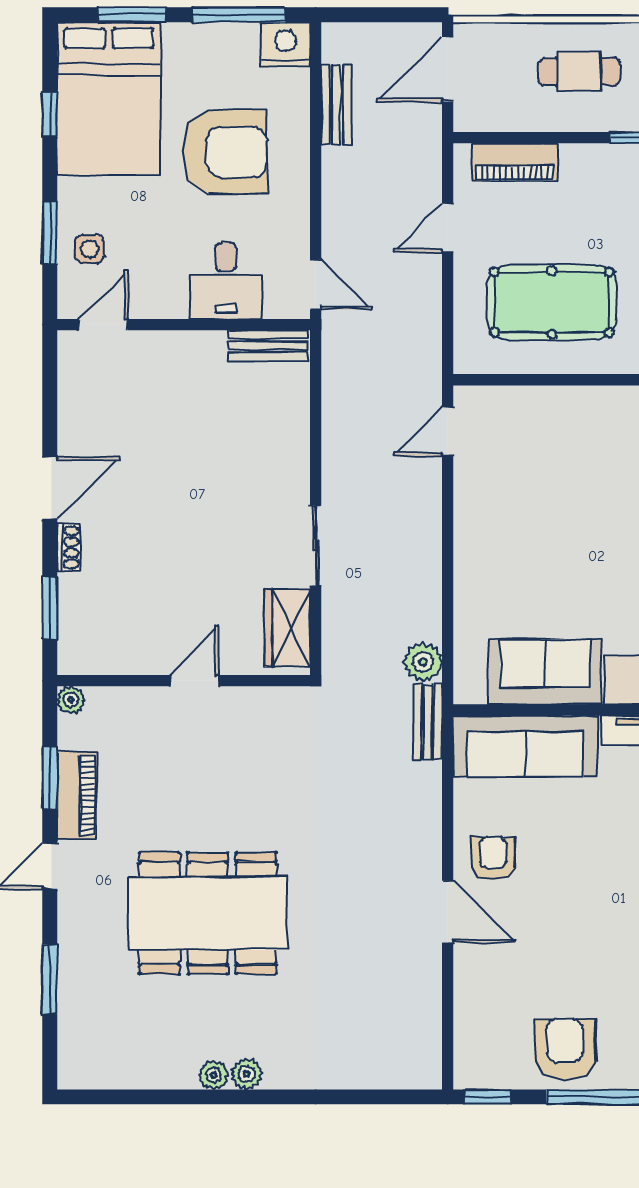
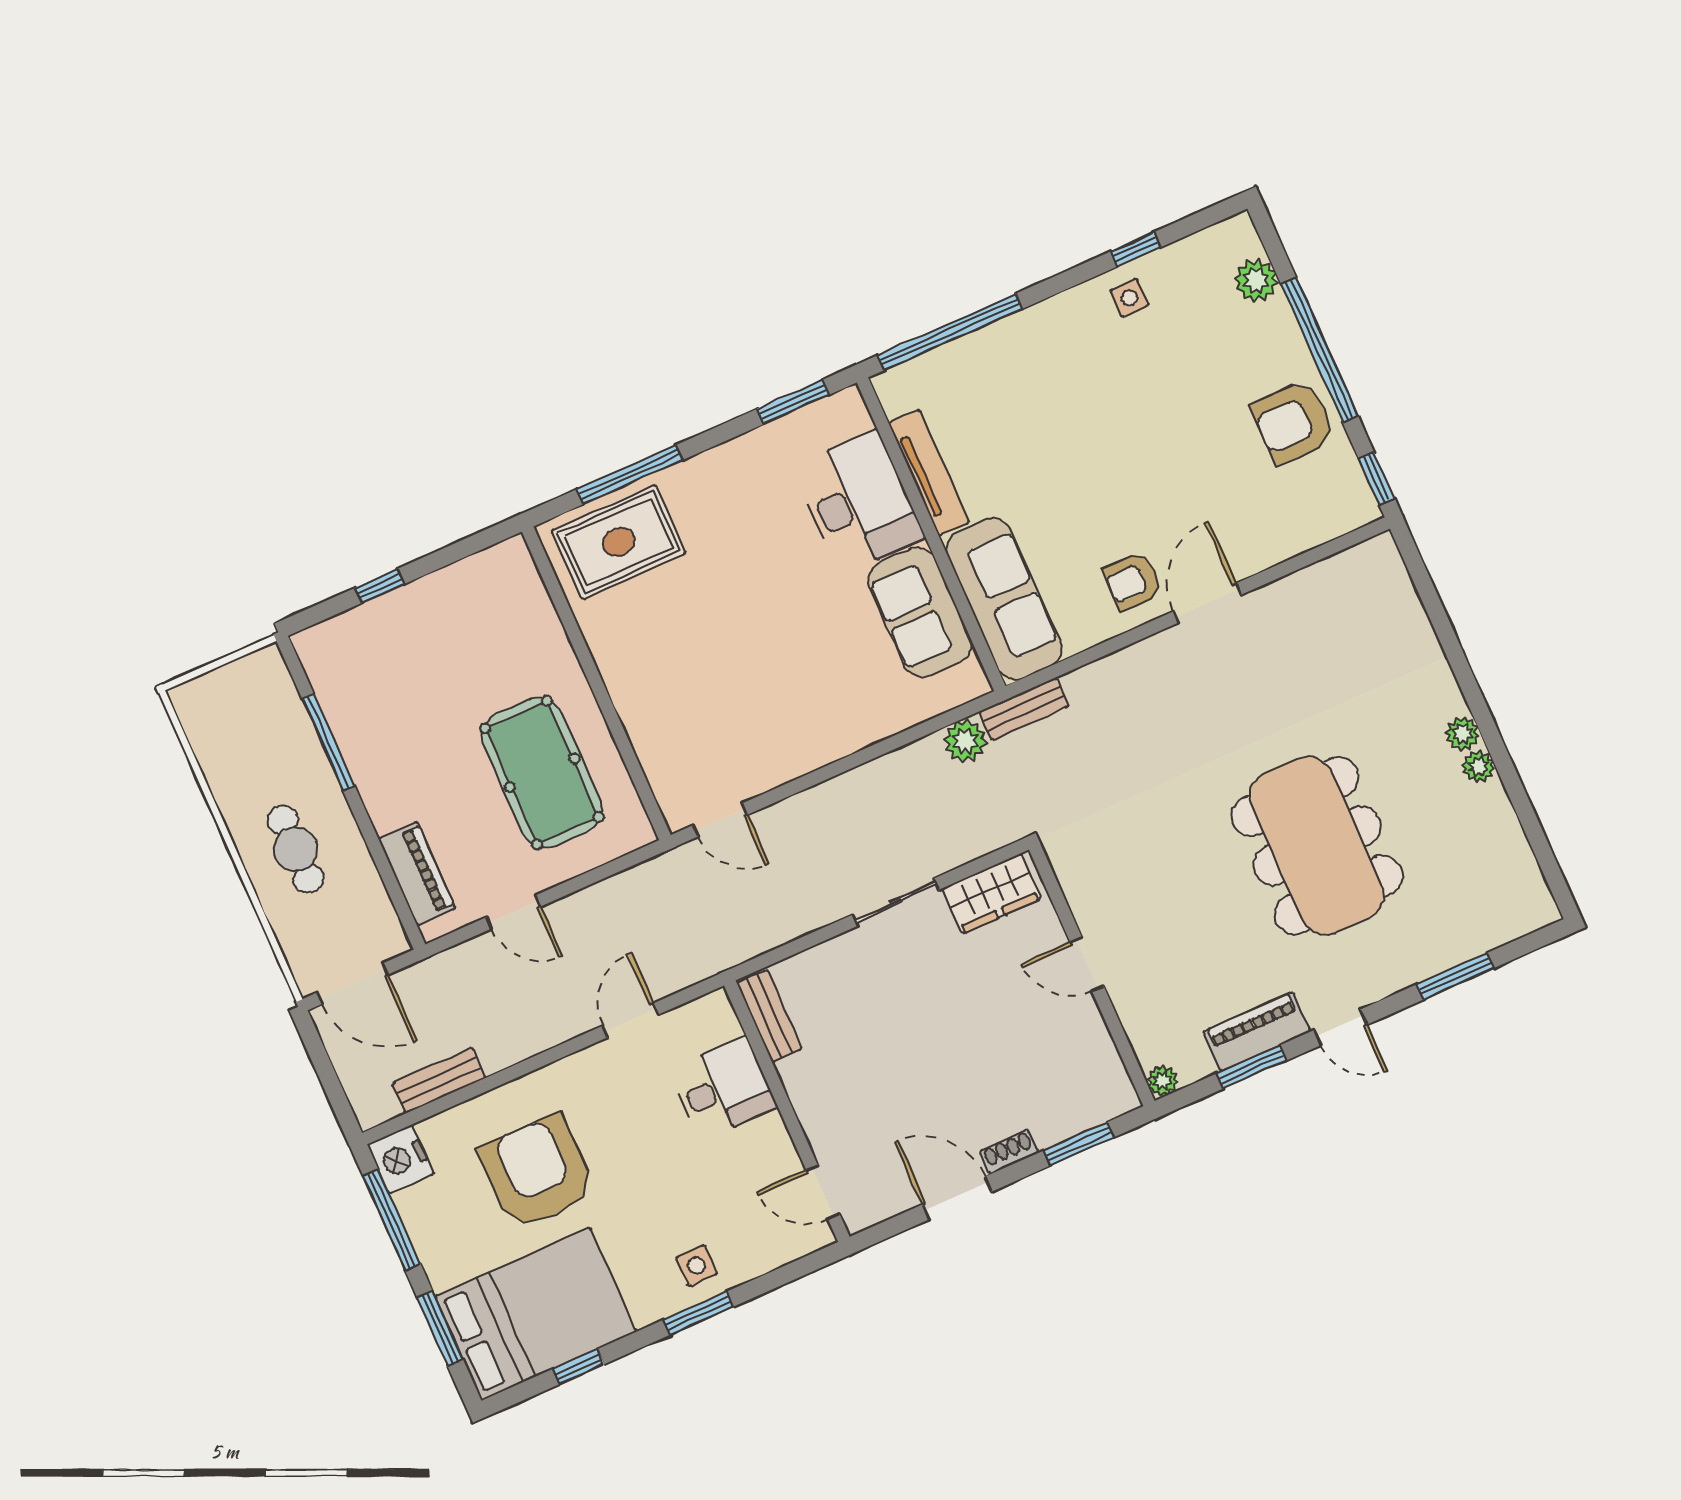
desk: (226, 281) -> (723, 1088), moved
door: (104, 325) -> (823, 1192), moved
wall: (184, 325) -> (787, 1111), moved
bench: (268, 345) -> (769, 1016), moved

